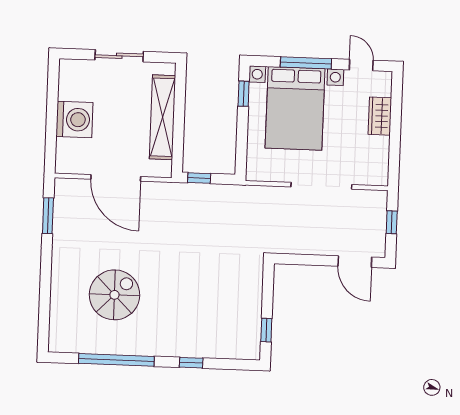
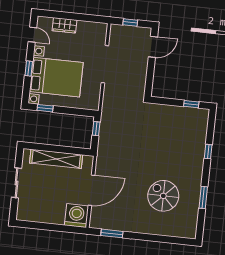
window: (306, 63) -> (29, 69), width x0.46
door: (361, 65) -> (32, 35), swing flipped
washing machine: (74, 120) -> (76, 216), moved
window: (199, 178) -> (96, 129), moved
window: (116, 360) -> (203, 197), width x0.47

